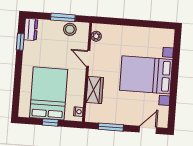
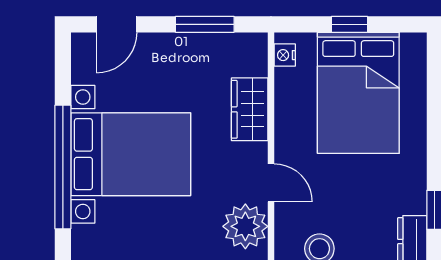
plant: (96, 36) -> (245, 226), width x1.88, depth x1.88
window: (175, 72) -> (63, 167), added

